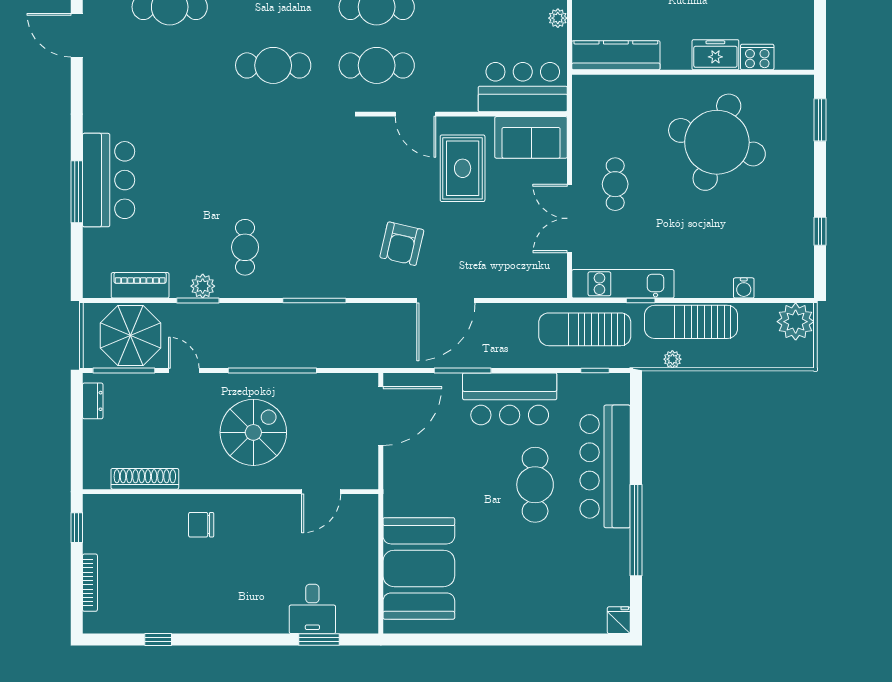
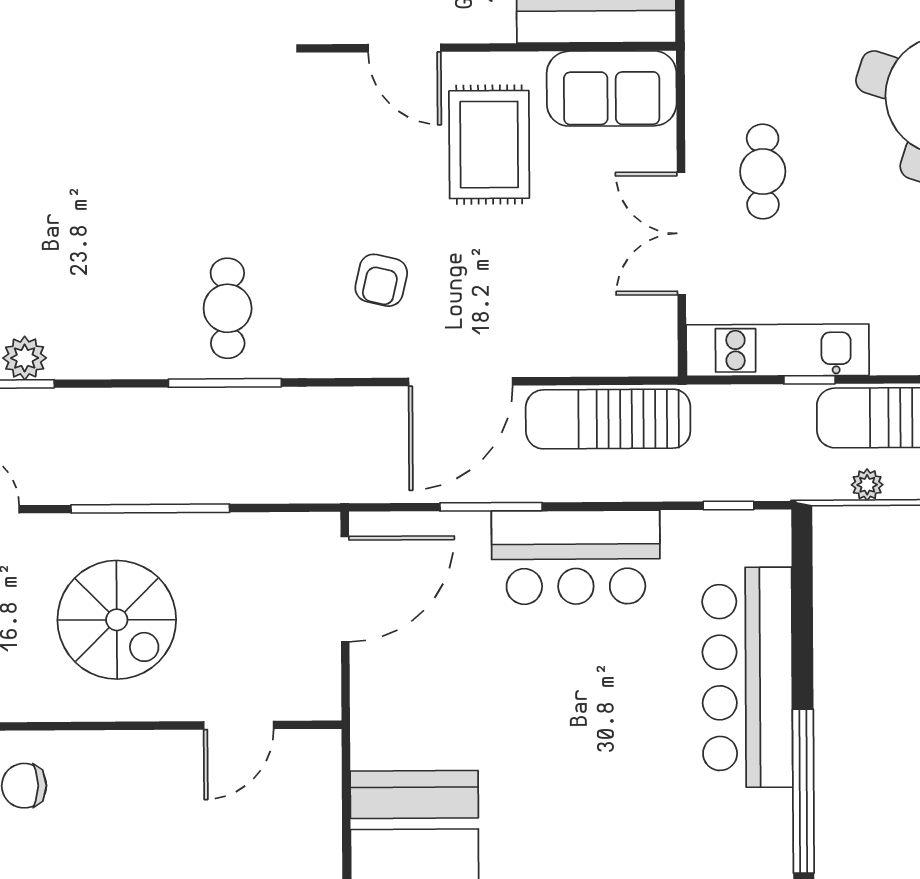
armchair: (402, 244) -> (381, 280), width x0.72, depth x0.72
cafe table: (245, 247) -> (228, 308), moved
sun lounger: (585, 329) -> (608, 419), moved
spiral stairs: (253, 432) -> (117, 620), turned 90
cafe table: (535, 485) -> (622, 711), removed

